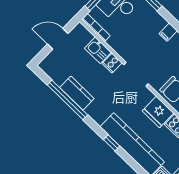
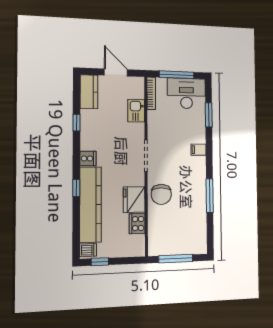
cooker: (112, 63) -> (88, 158), moved, turned 180
kitchen counter: (77, 93) -> (89, 92), moved
window: (67, 100) -> (76, 123), width x0.32

